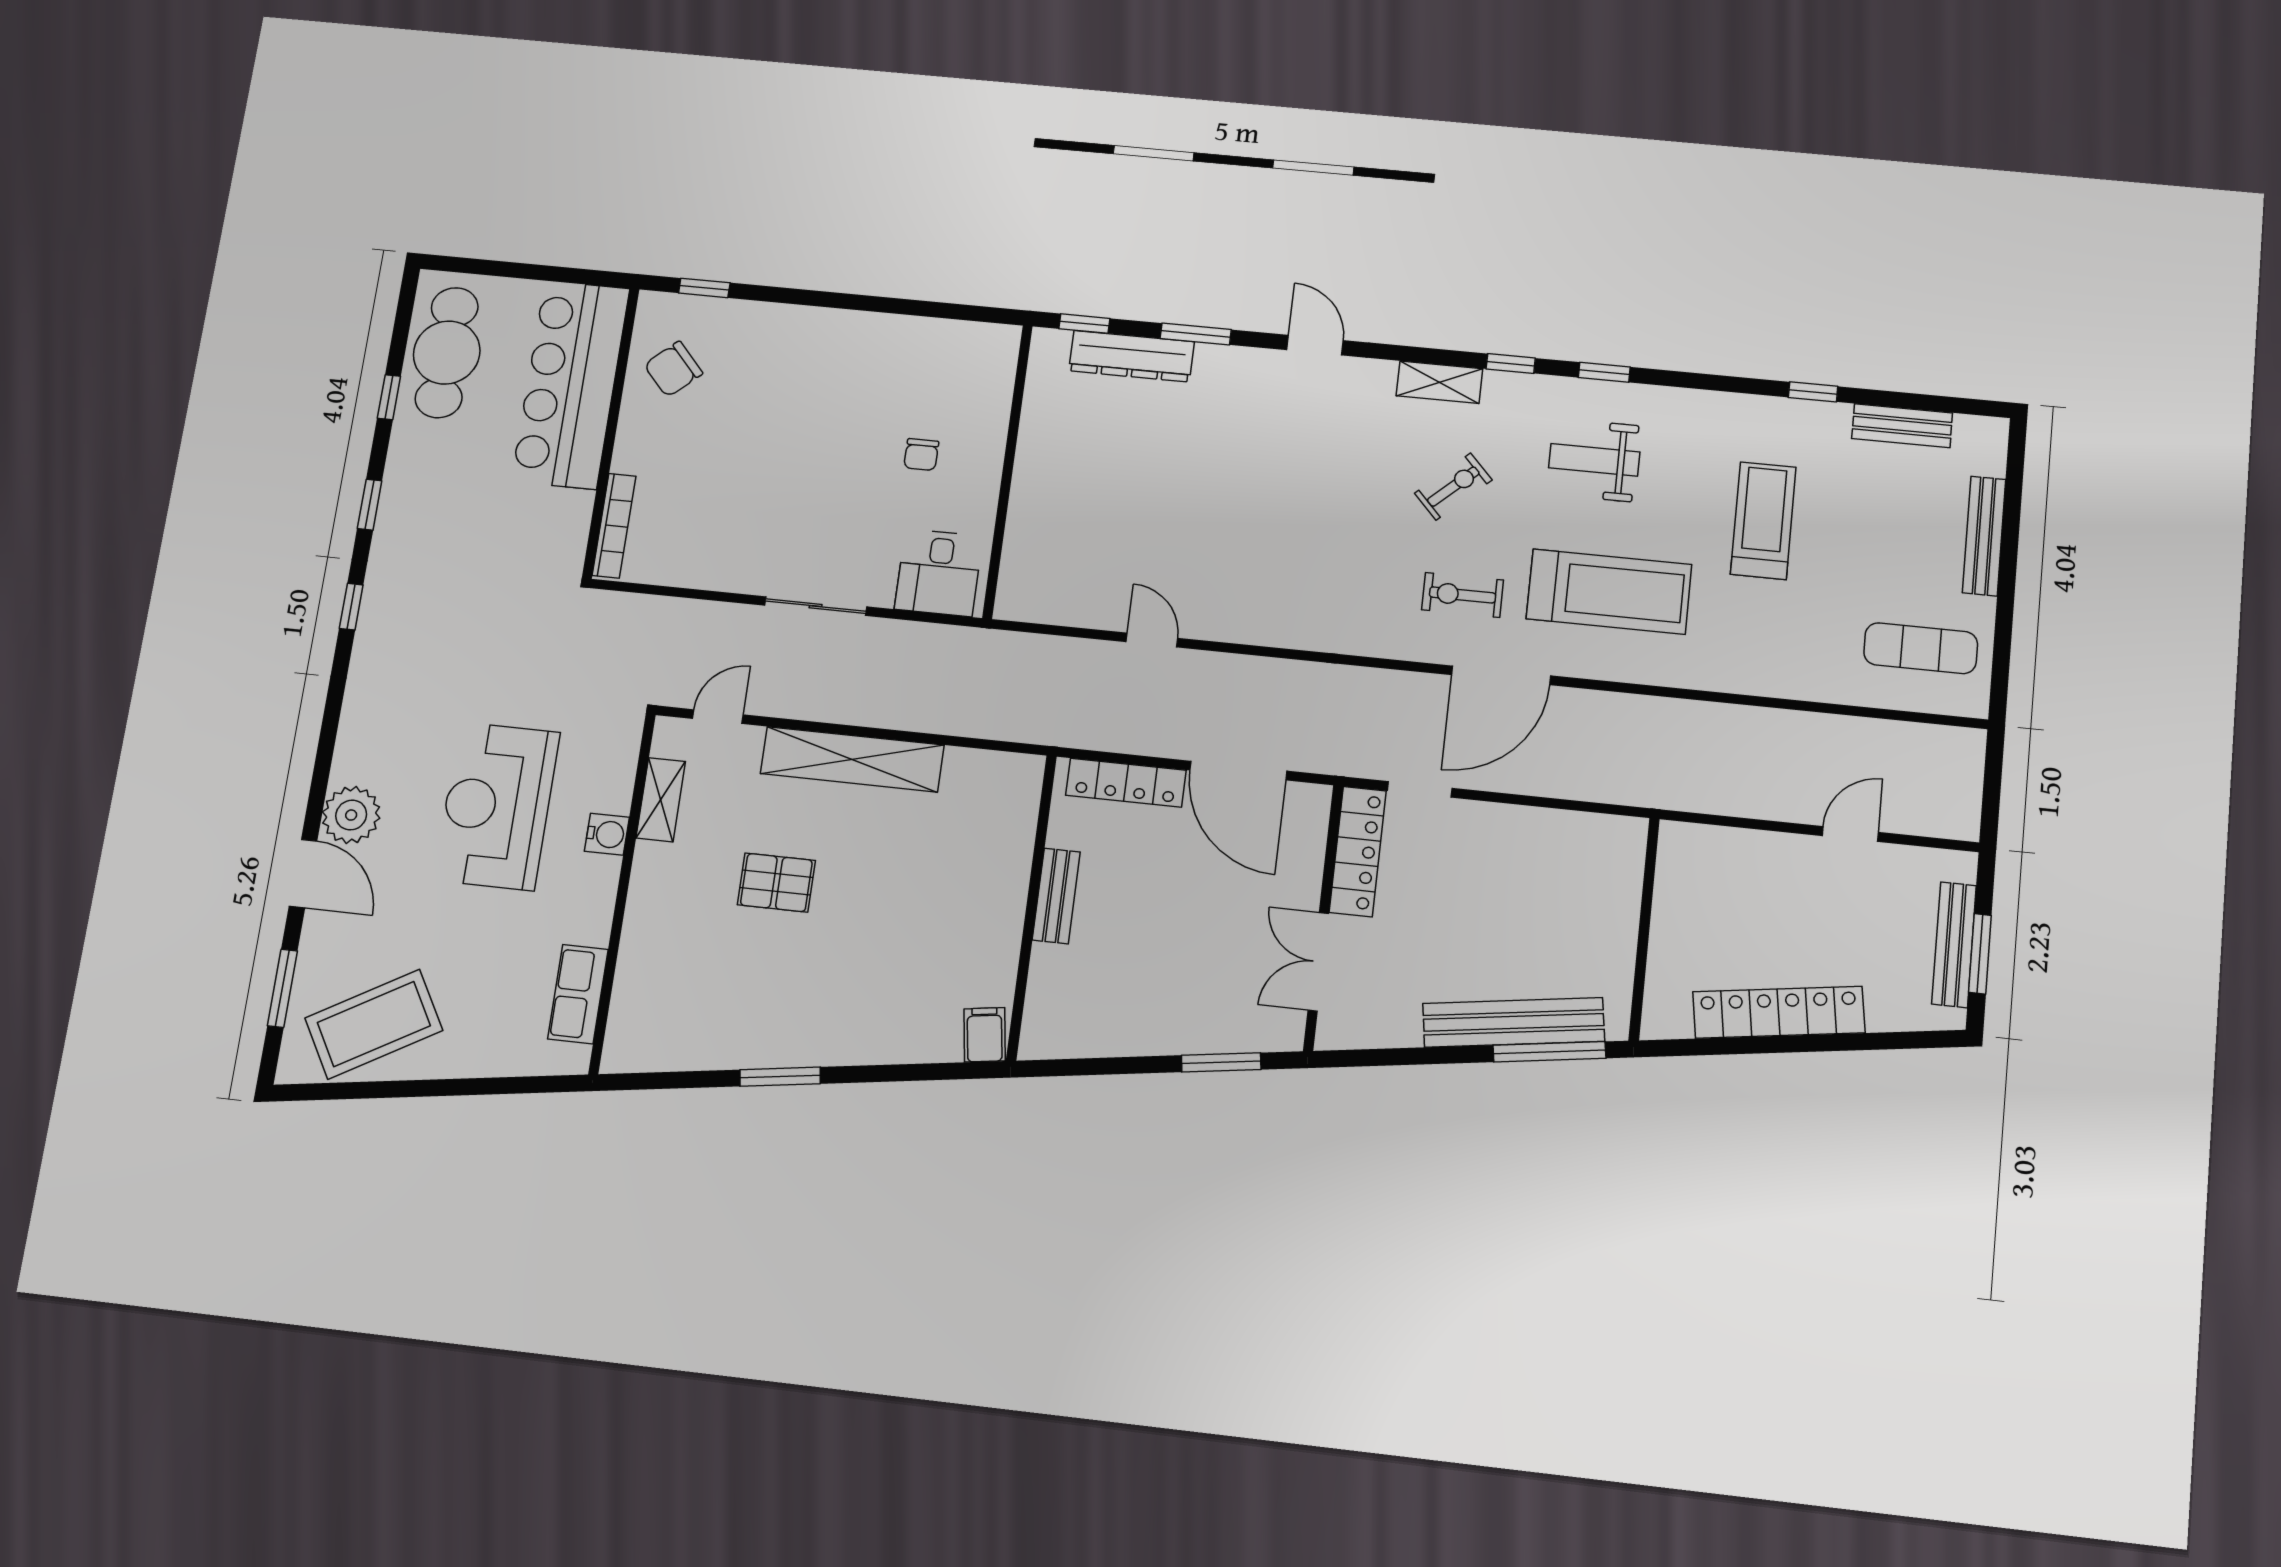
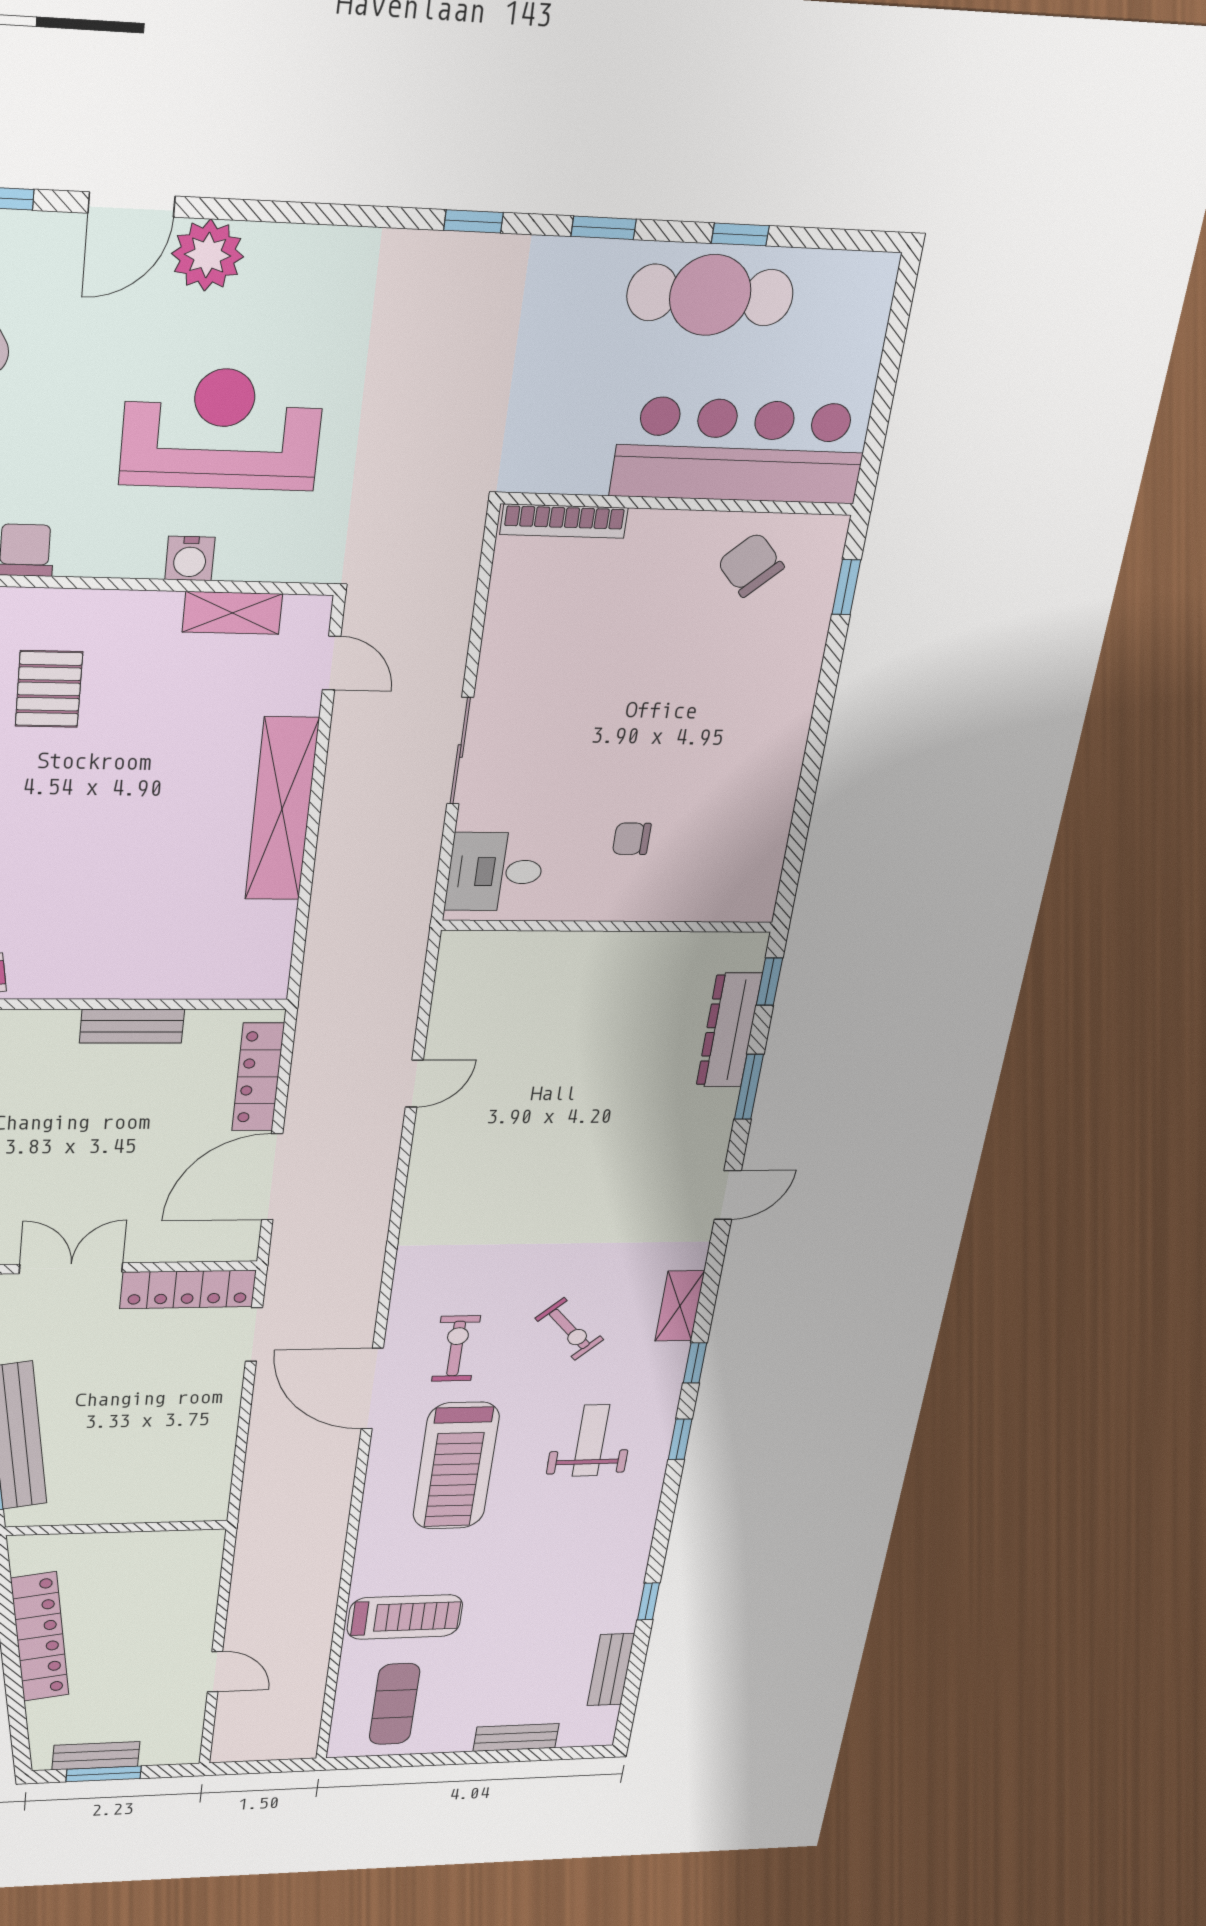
cafe table: (447, 353) -> (710, 295), moved
treadmill: (1763, 521) -> (405, 1617), moved
bench: (1984, 536) -> (516, 1737), width x0.73
pallet: (776, 883) -> (49, 689), moved
bench: (1954, 945) -> (96, 1756), width x0.73

